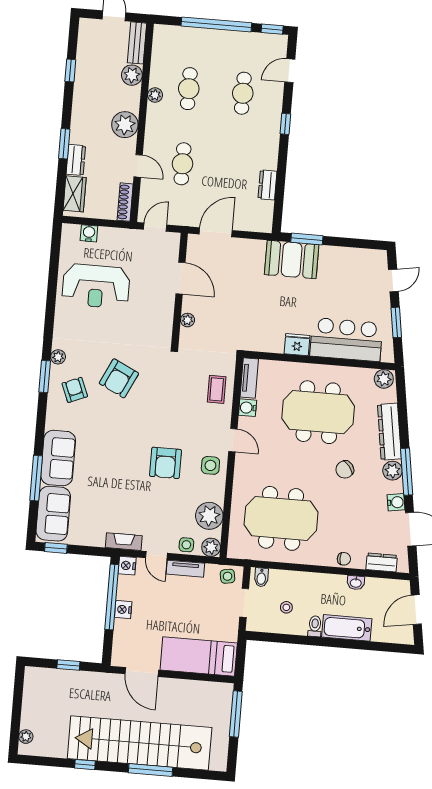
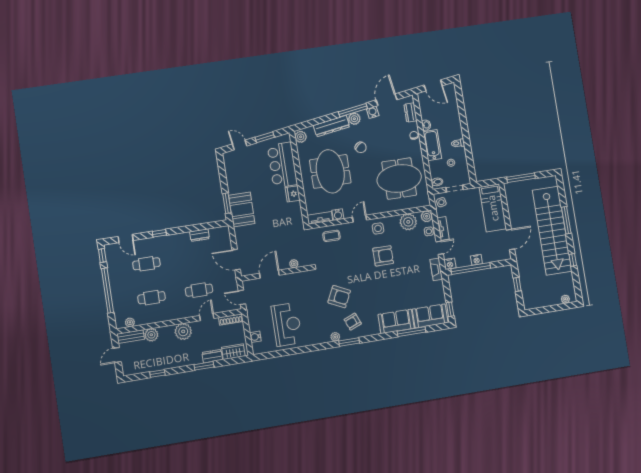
plant: (155, 95) -> (130, 322), moved
meeting table: (281, 518) -> (399, 179), turned 90
bathtub: (347, 628) -> (432, 145), moved, turned 180

